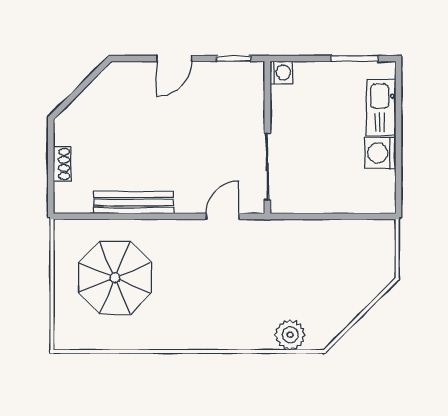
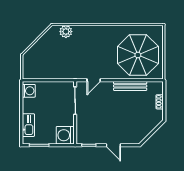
door: (174, 58) -> (113, 145), swing flipped
washing machine: (281, 73) -> (65, 135), width x1.89, depth x1.89
washing machine: (380, 153) -> (29, 91), moved
parasol: (115, 278) -> (138, 55), width x1.36, depth x1.36

